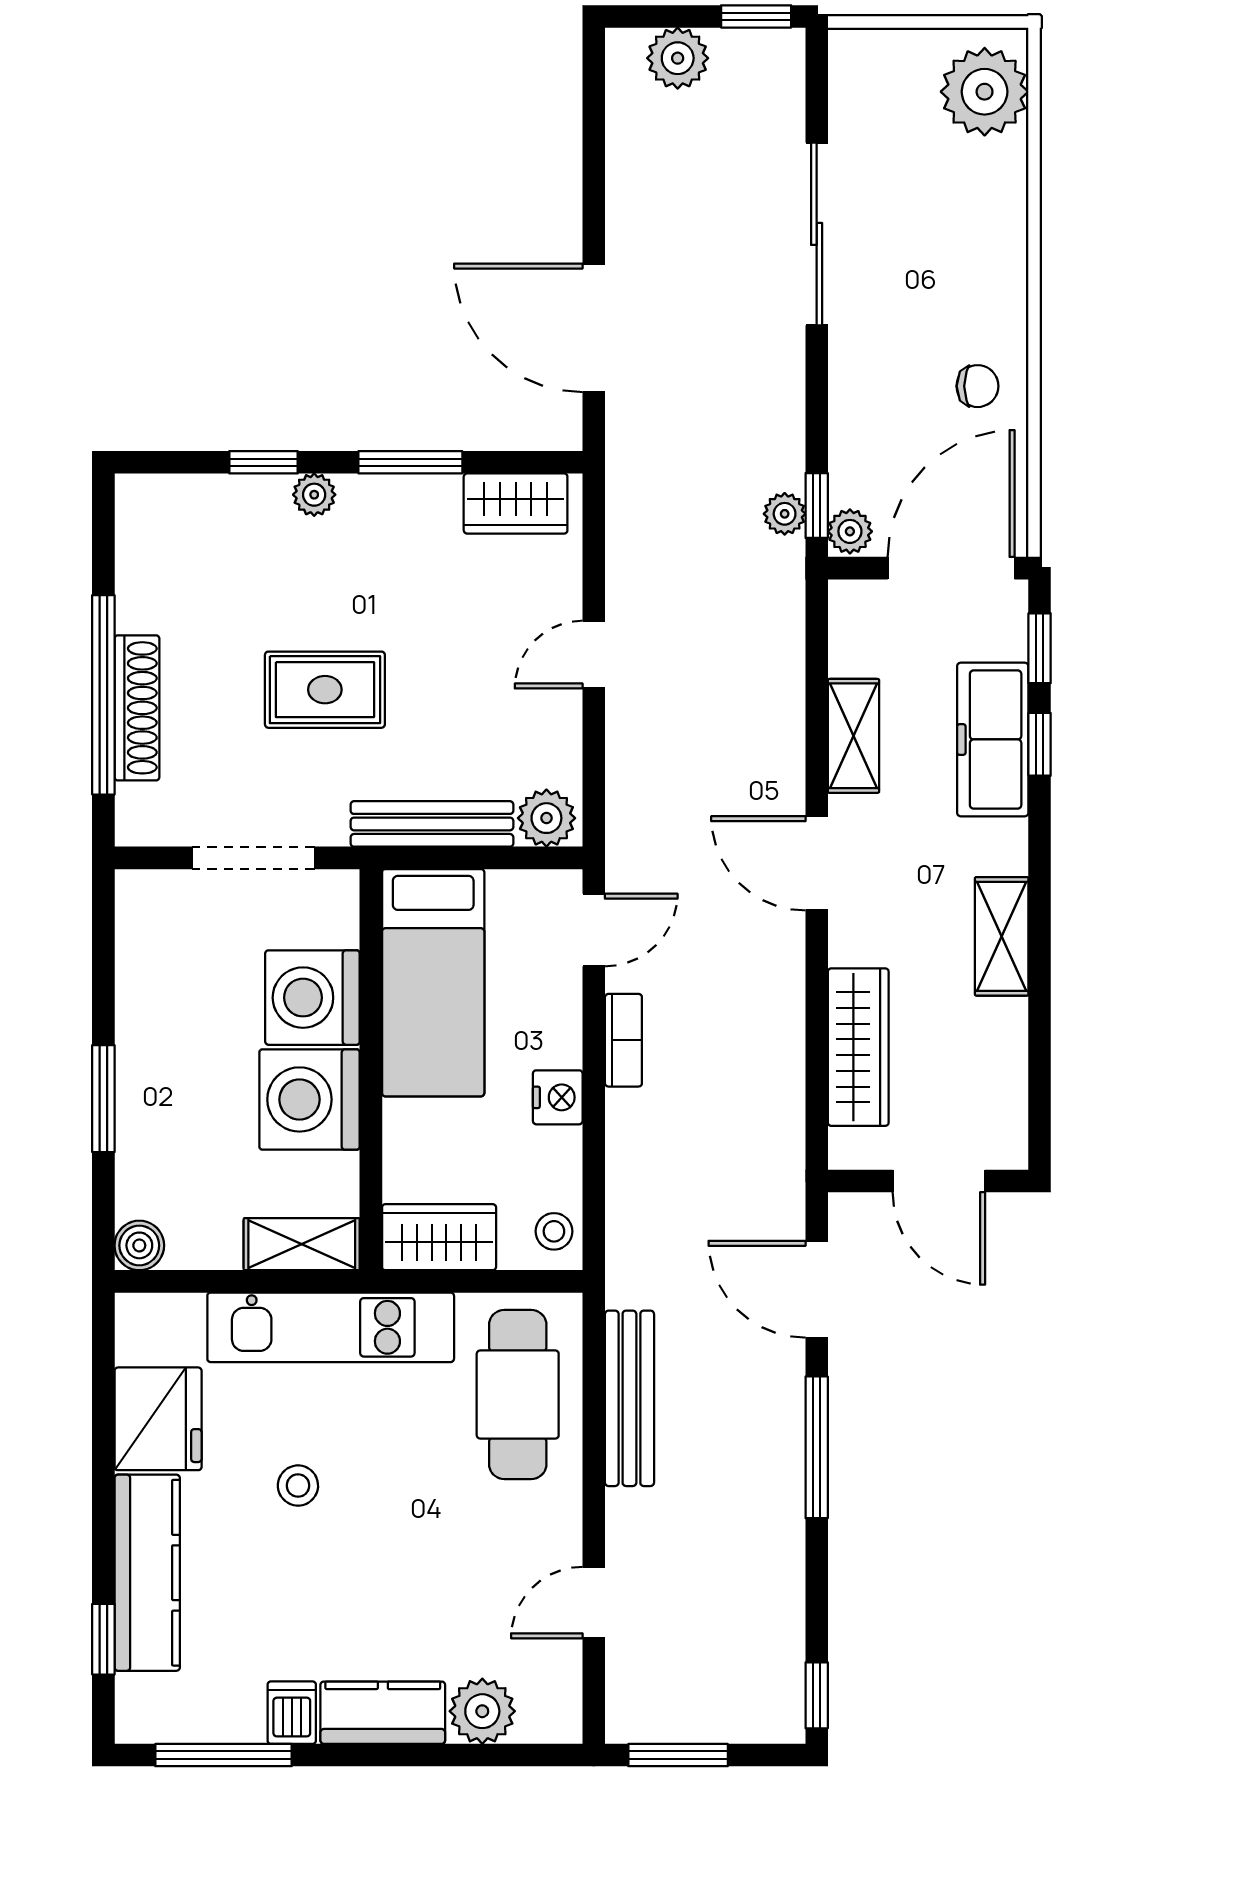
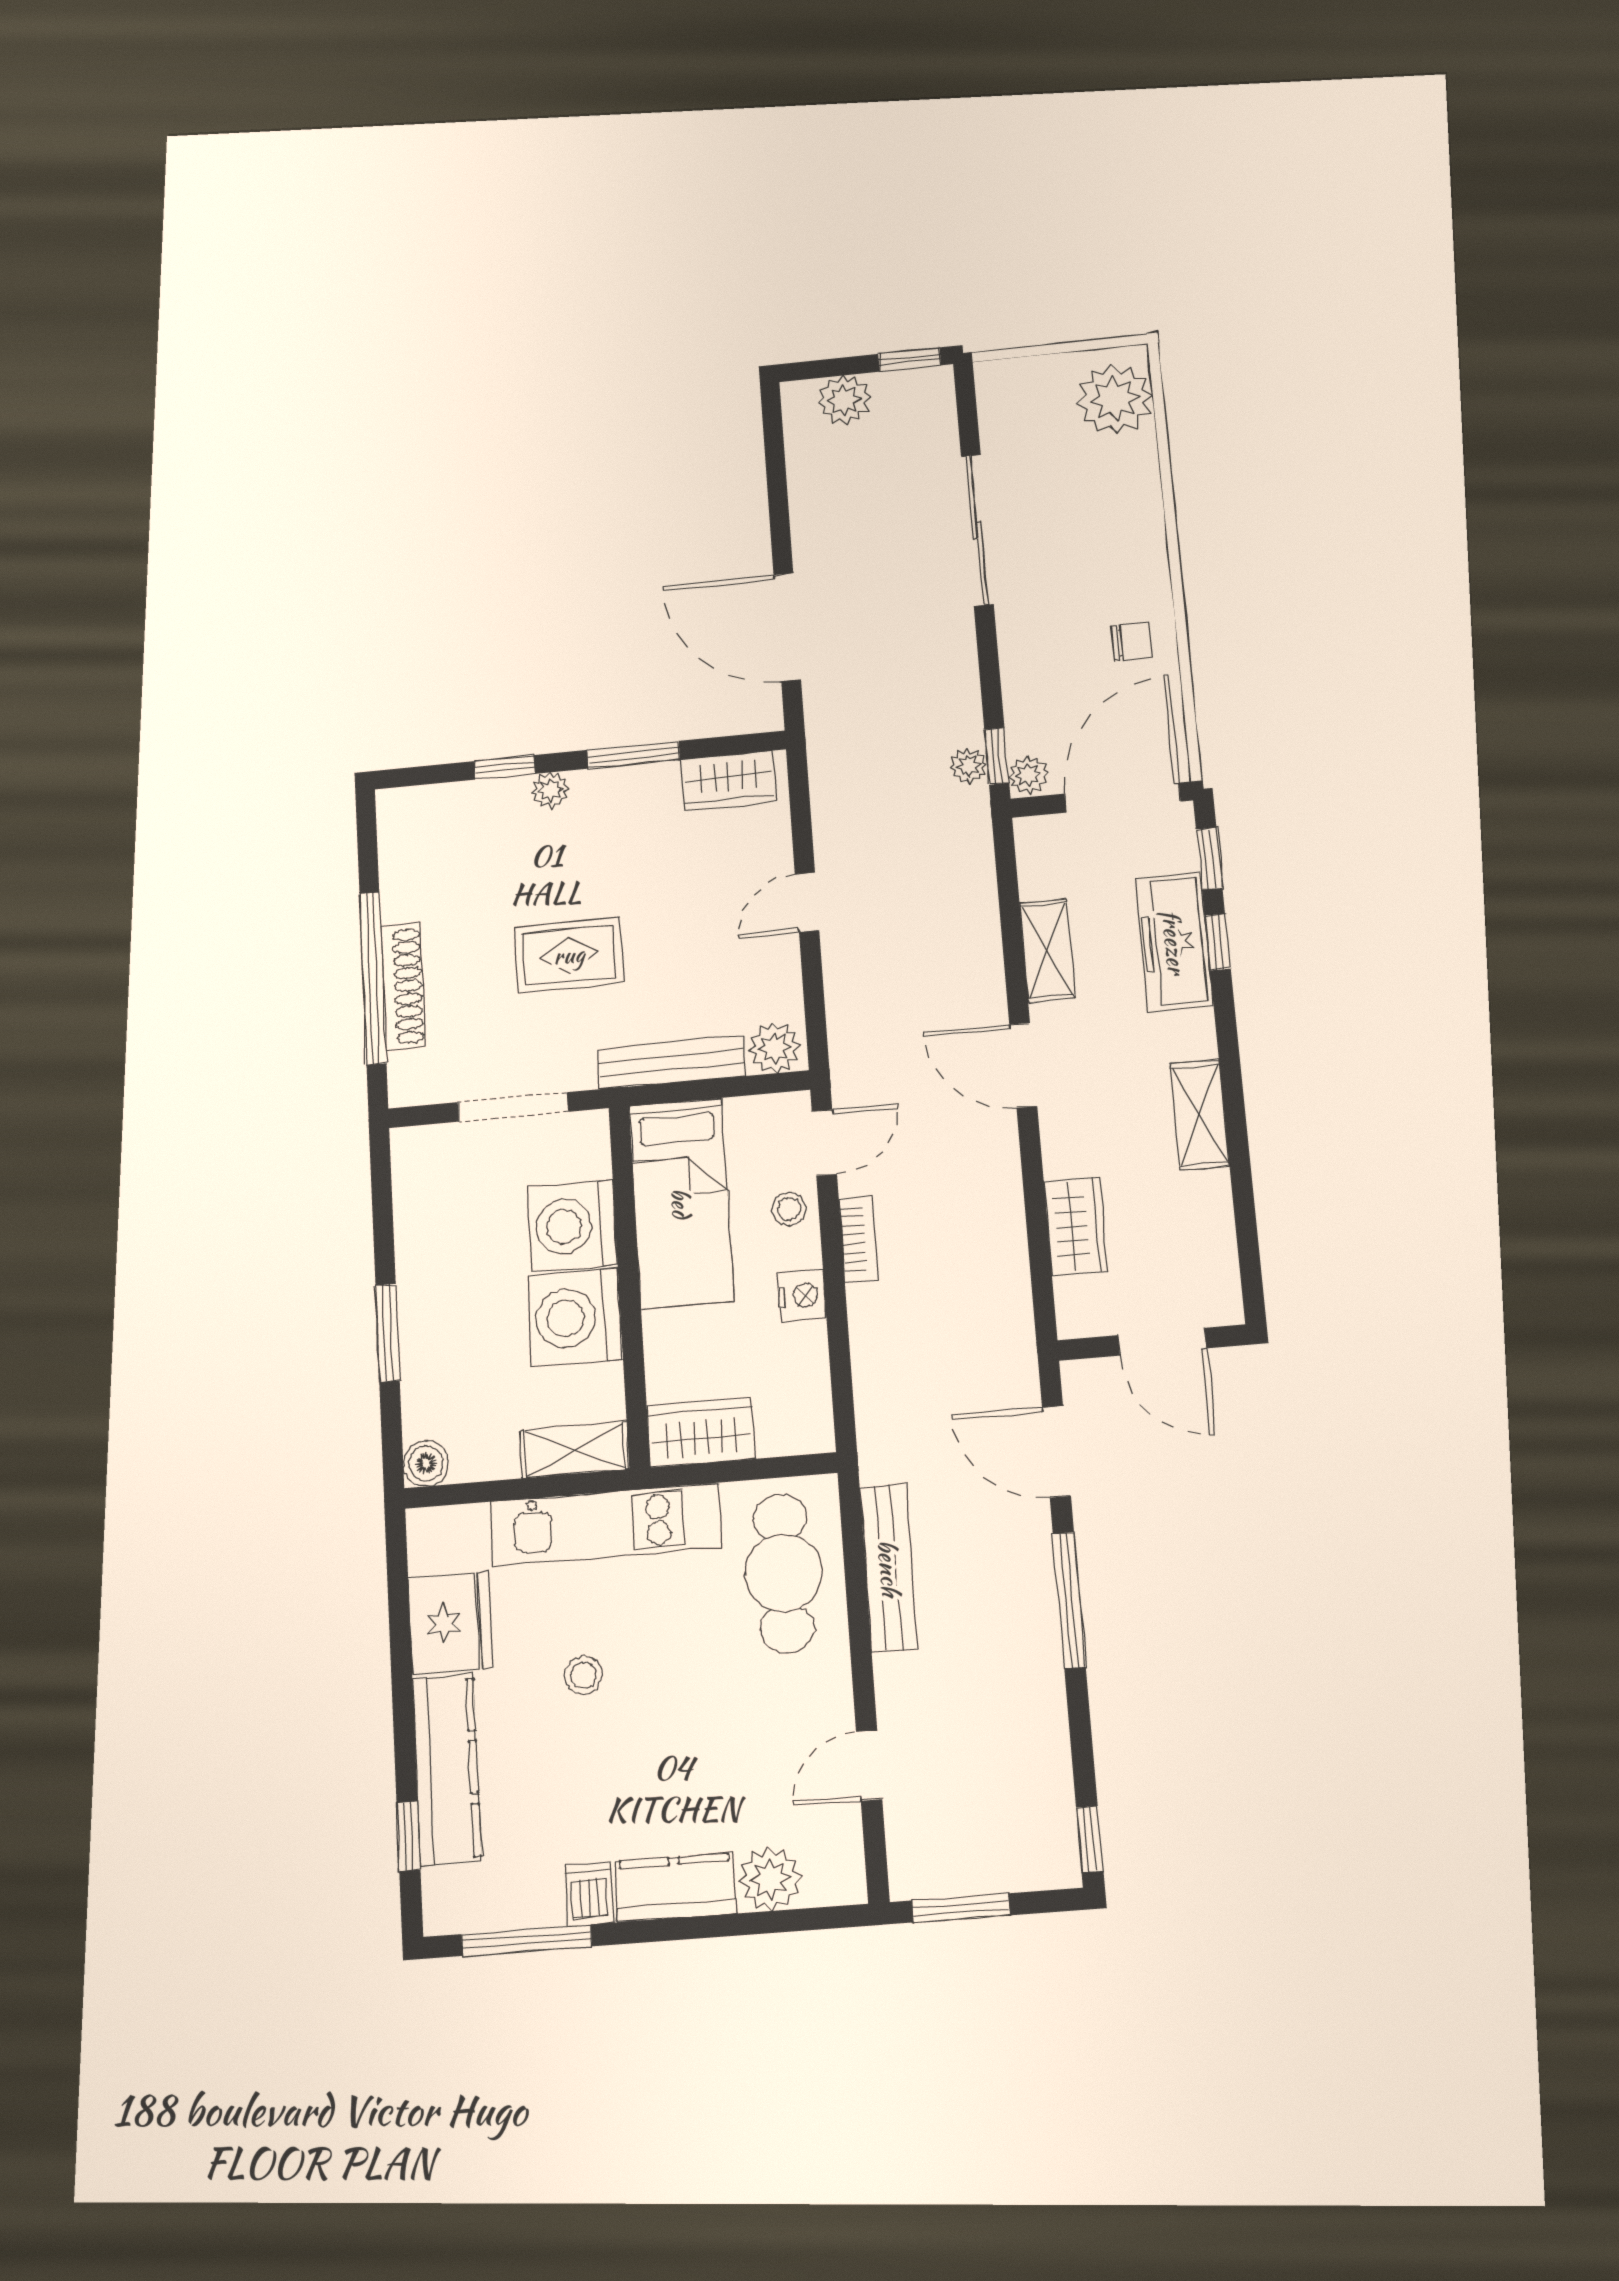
wardrobe: (858, 1047) -> (1076, 1226), width x0.67
stool: (554, 1231) -> (789, 1209), moved

